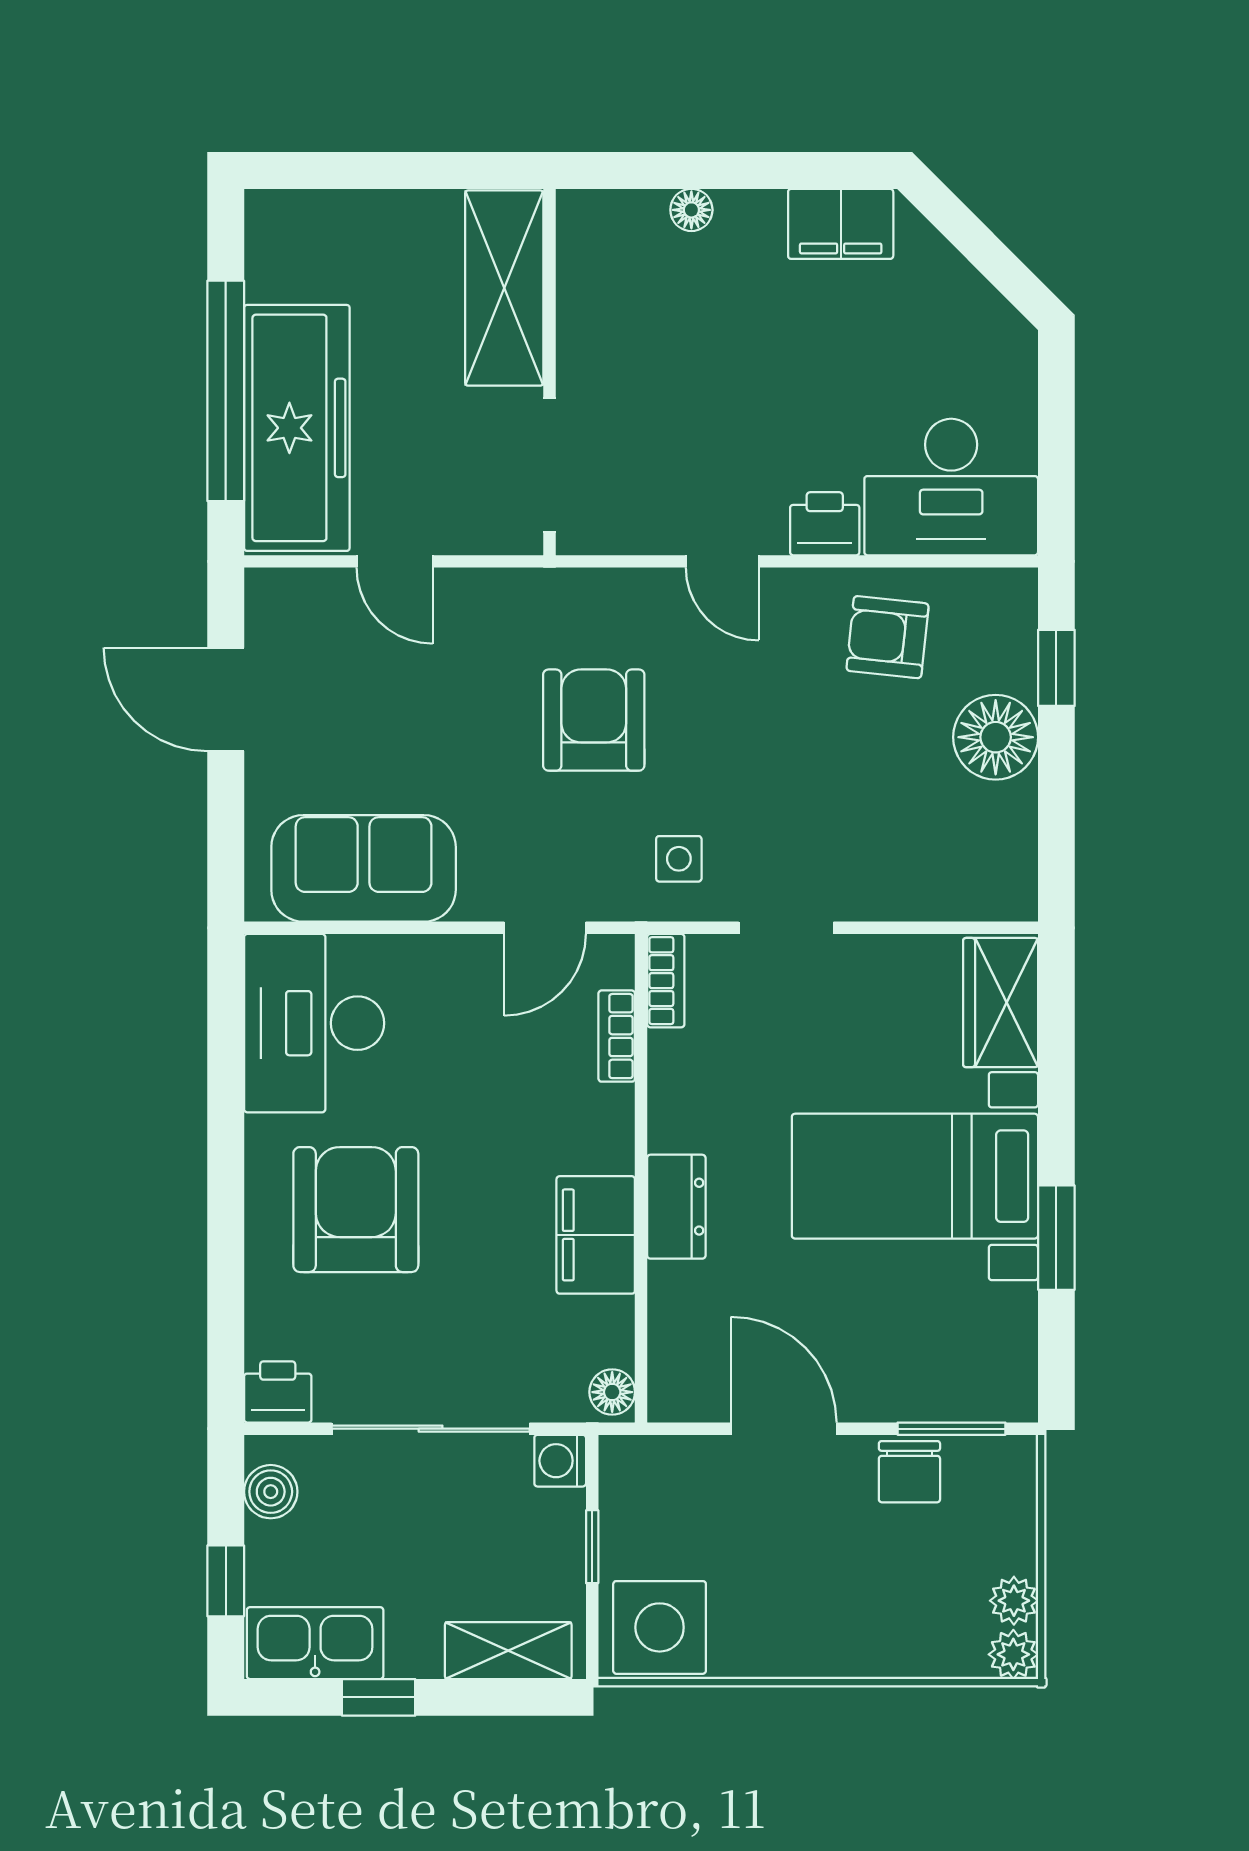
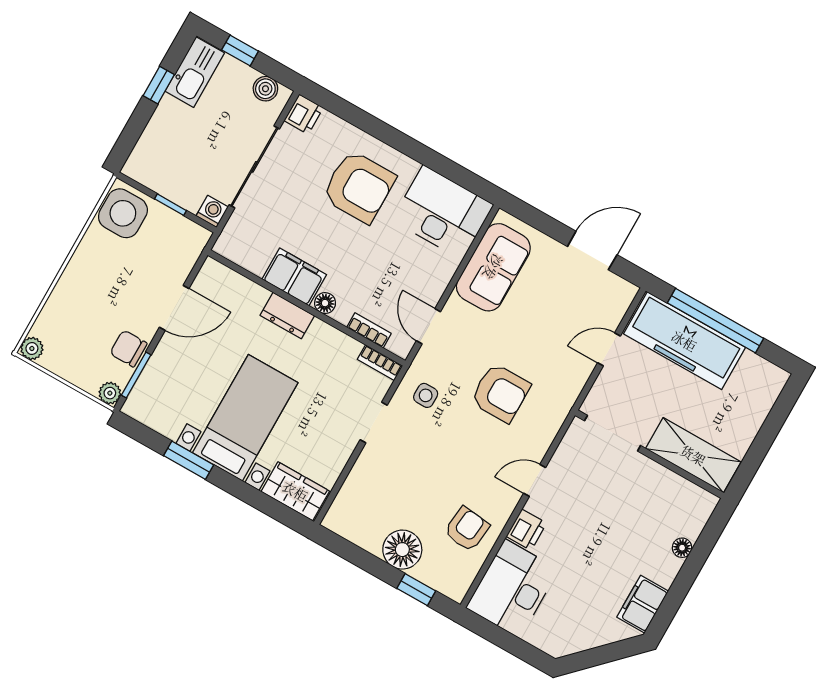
floor lamp: (612, 1392) -> (325, 303), moved
plant: (1014, 1601) -> (110, 393), moved
shelving: (508, 1651) -> (148, 148), removed

